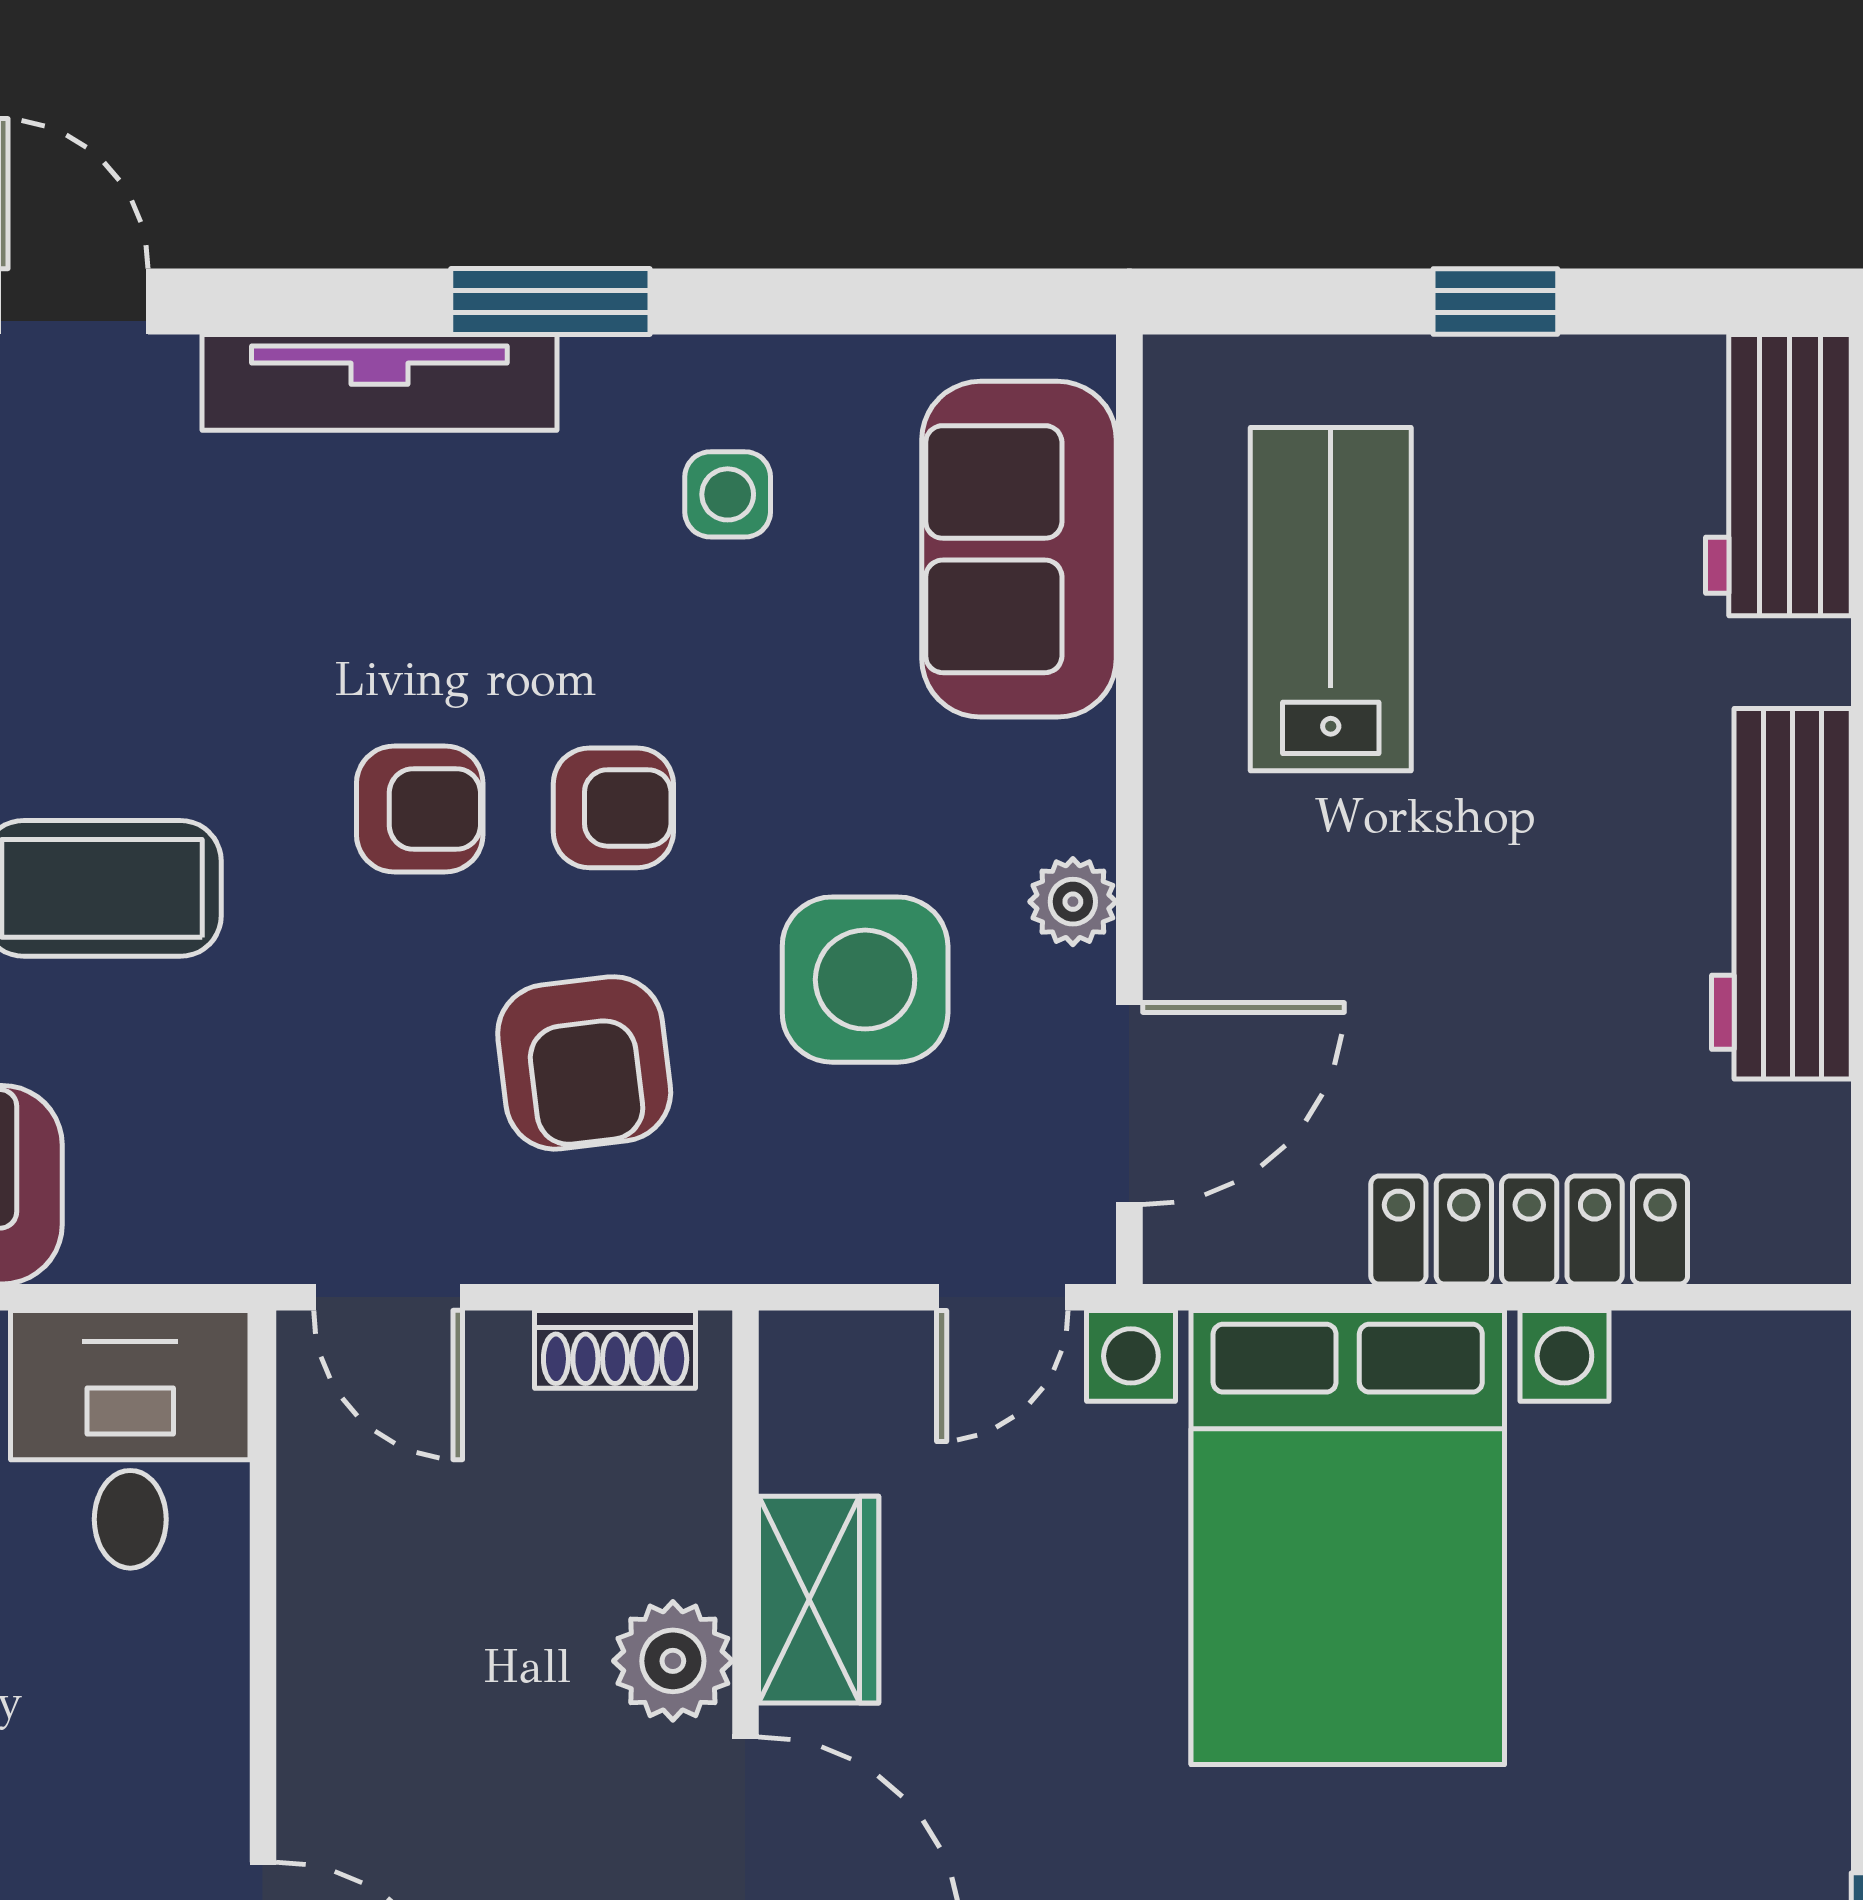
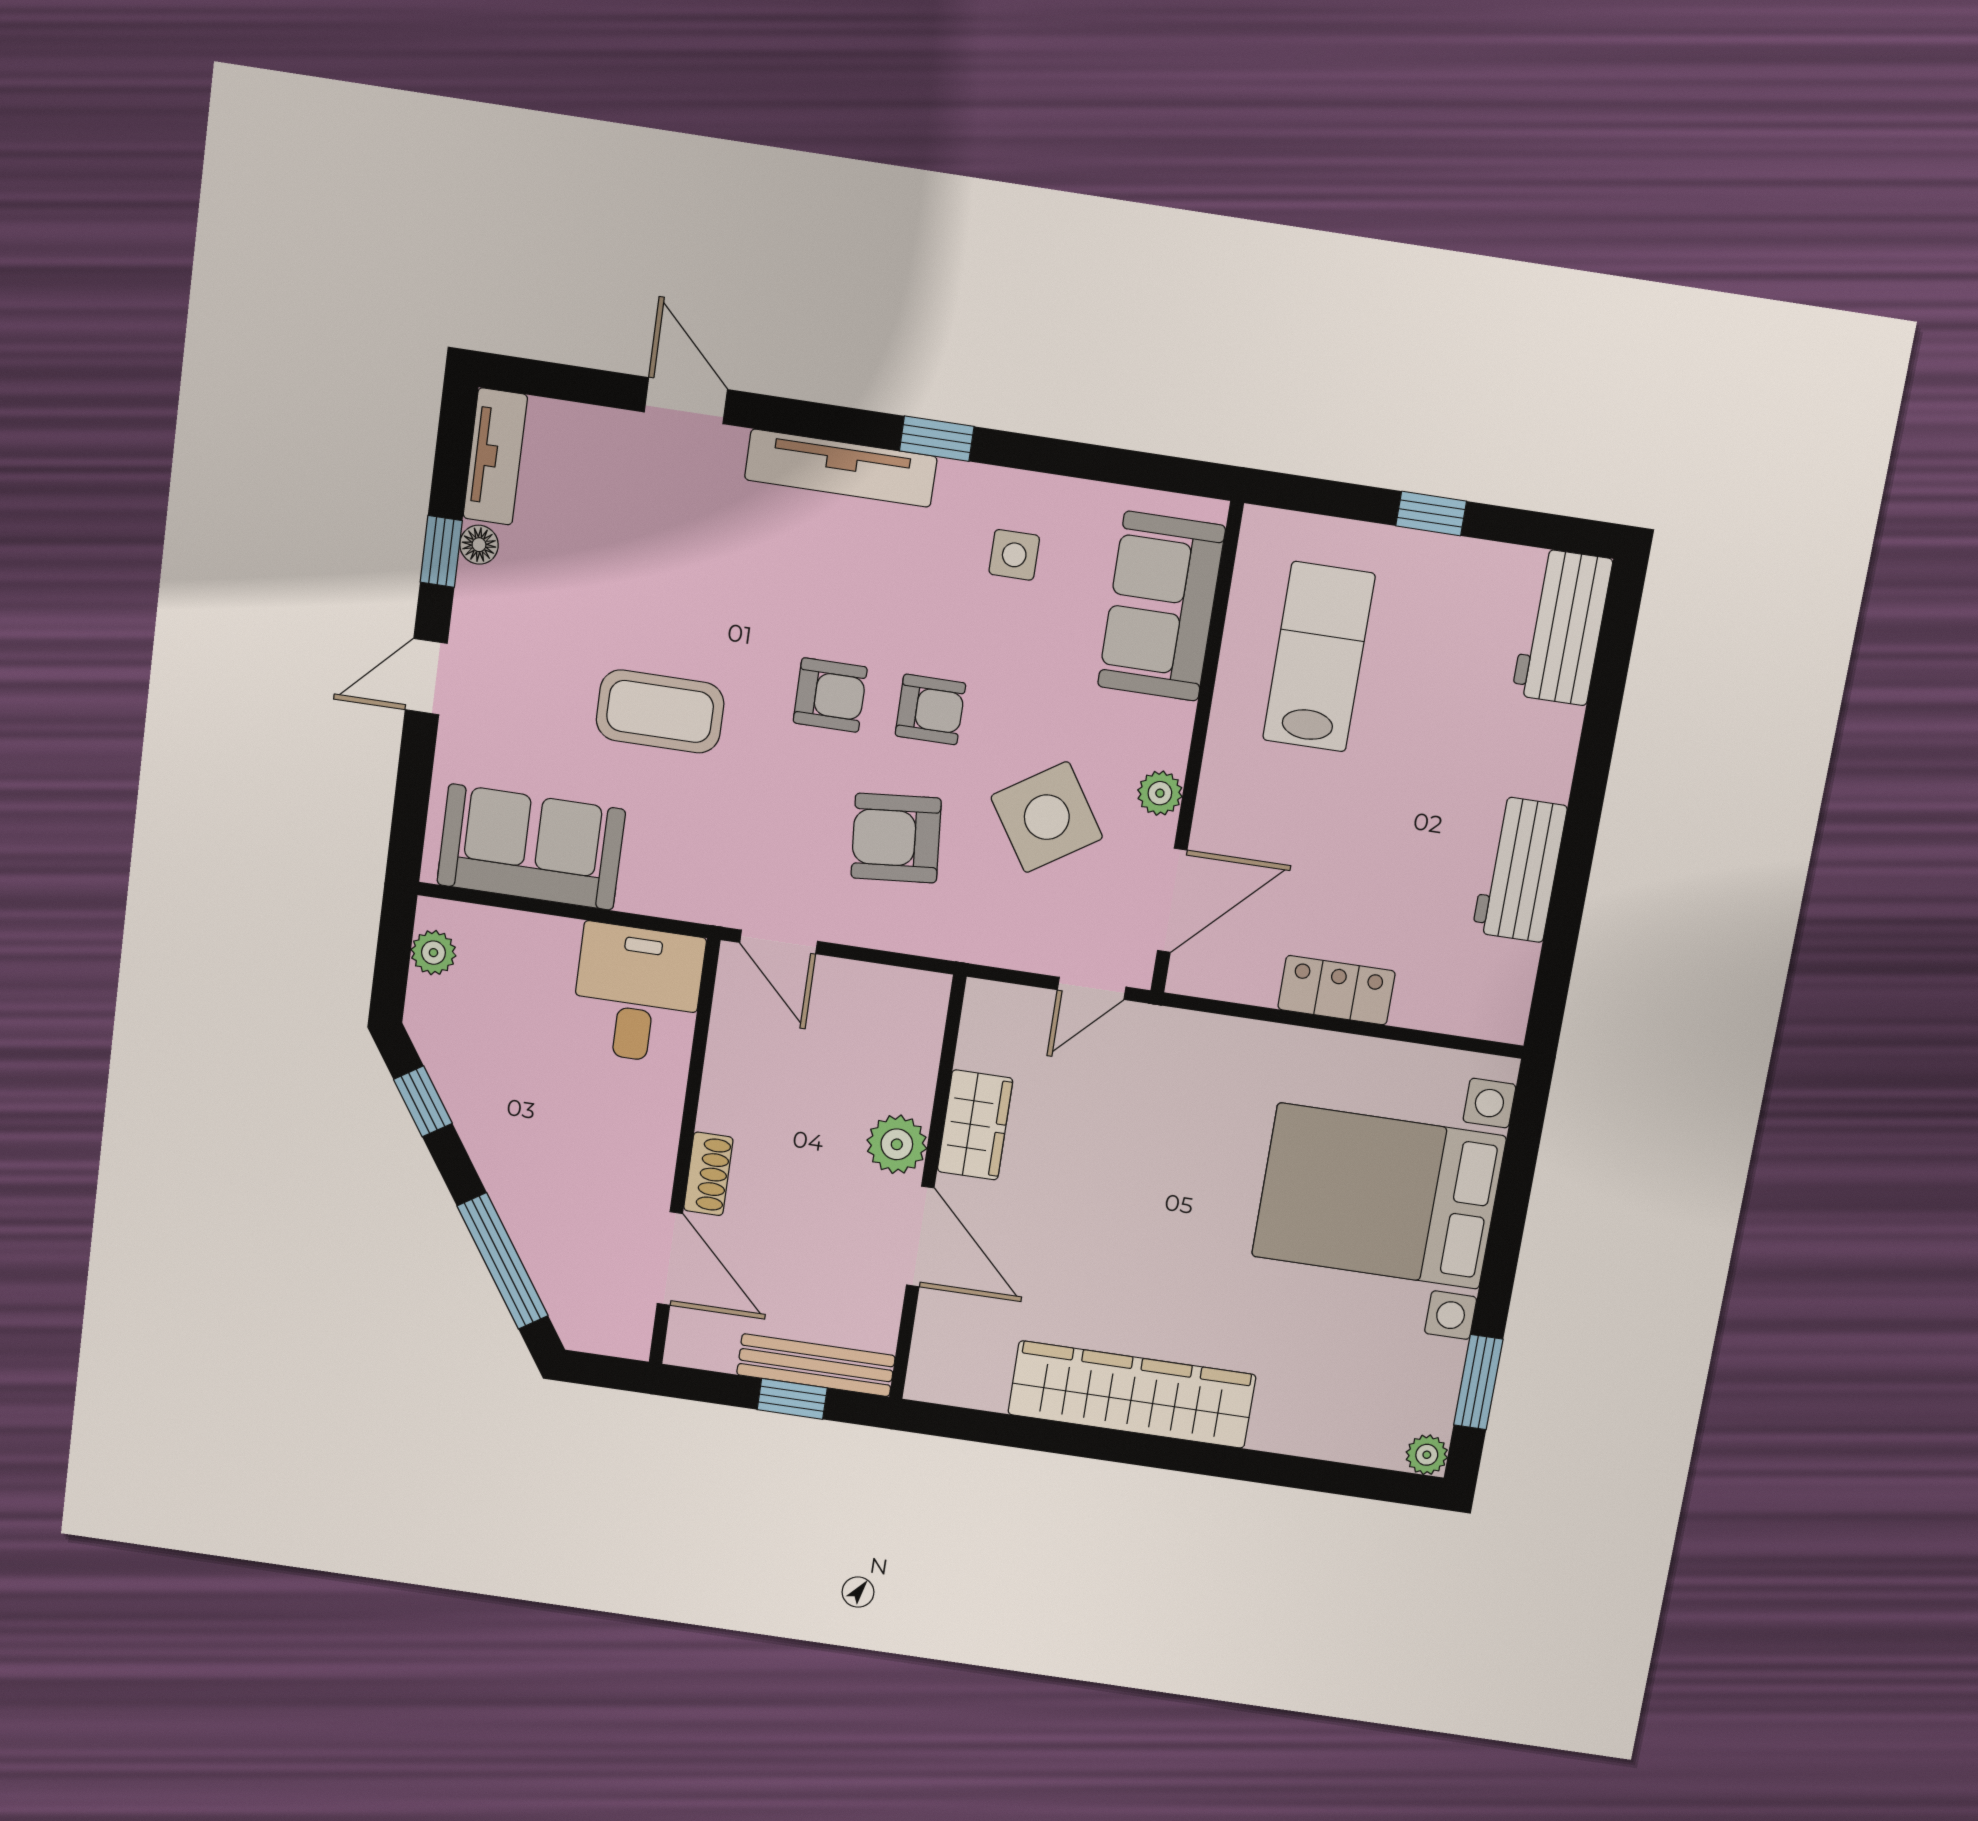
window: (550, 301) -> (937, 439), width x0.67
workbench: (1781, 894) -> (1520, 869), width x0.73
side table: (865, 980) -> (1047, 817), turned -33
armchair: (584, 1063) -> (896, 838), turned 92
locker: (1529, 1230) -> (1337, 990), width x0.66
shoe rack: (615, 1349) -> (708, 1174), moved, turned -90
bed with nightstands: (1348, 1537) -> (1379, 1196), moved, turned 90

